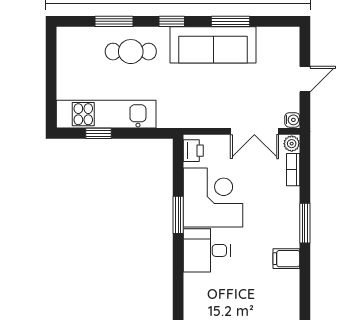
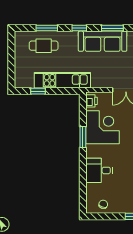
cafe table: (131, 52) -> (44, 46), moved
kitchen unit: (106, 114) -> (62, 80), moved
desk: (207, 250) -> (99, 170), moved

